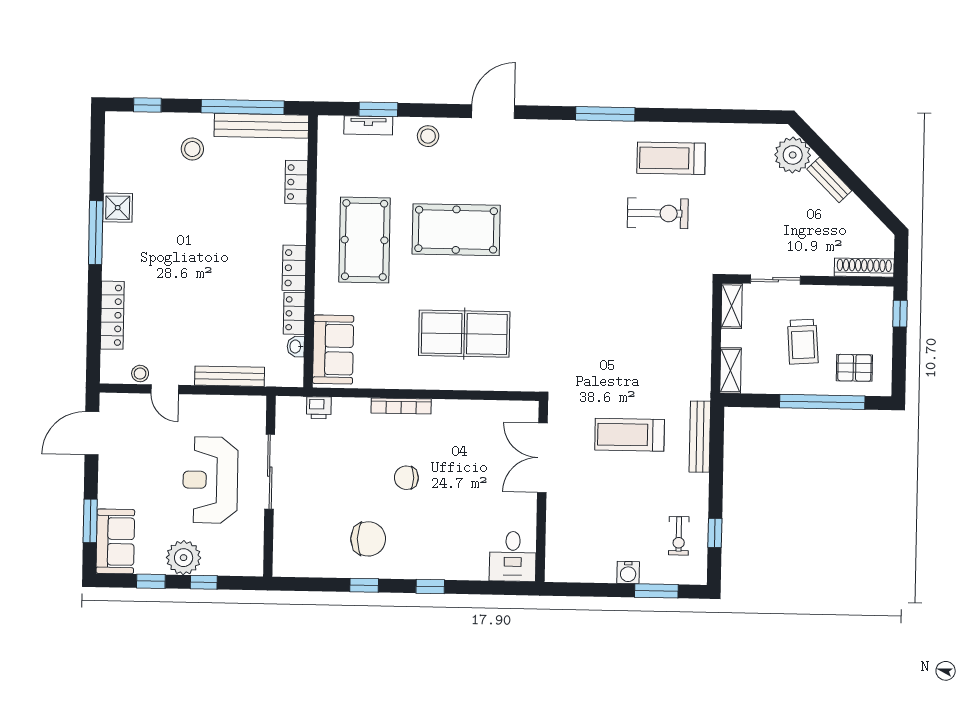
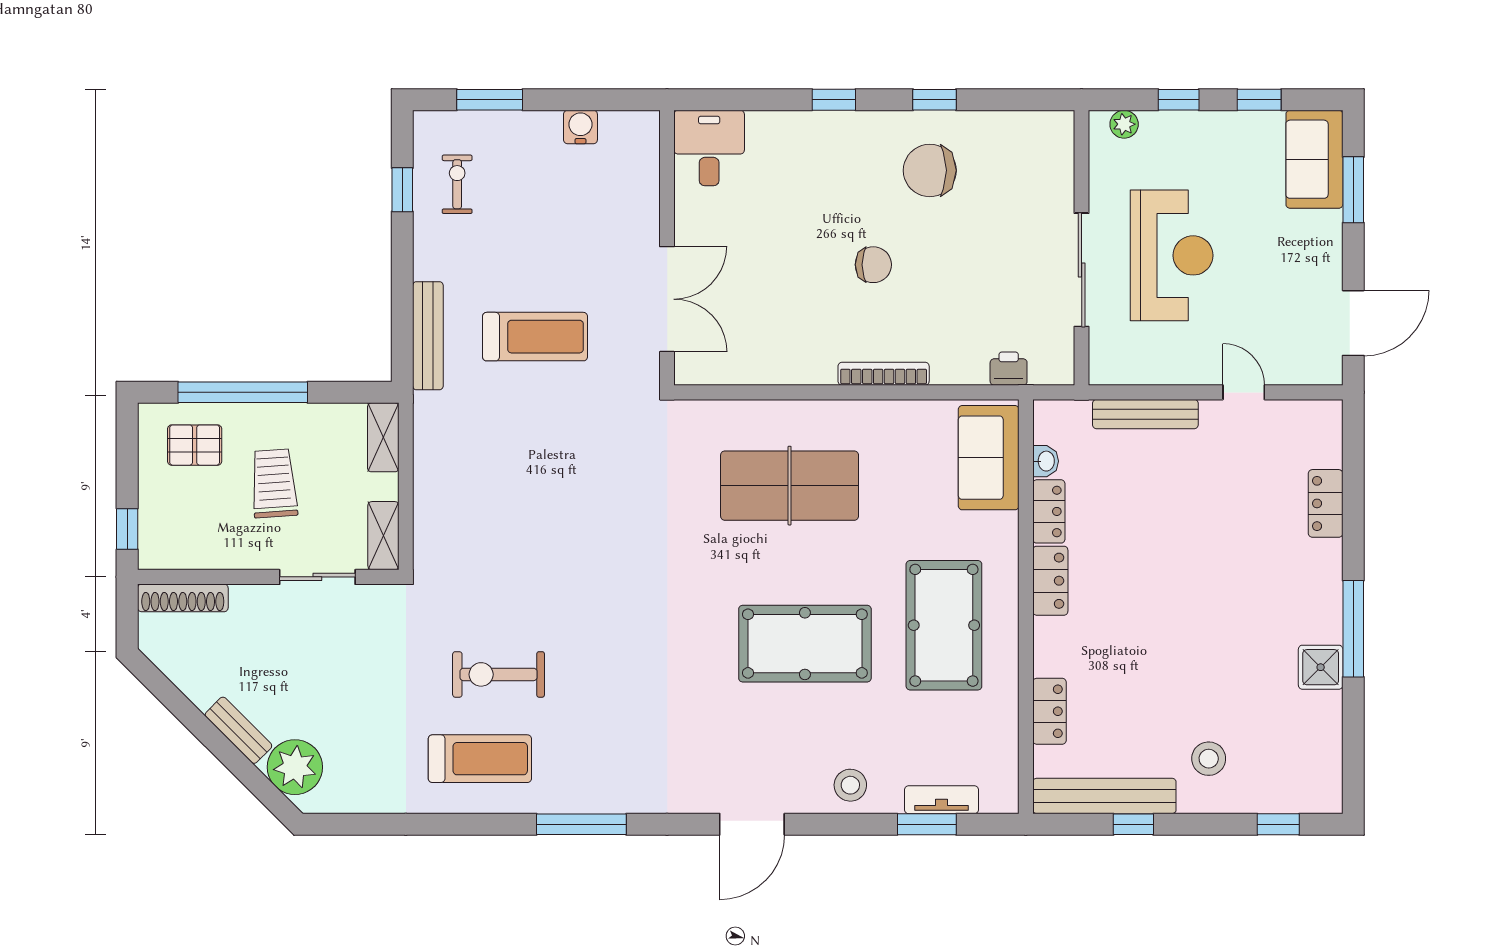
window: (243, 107) -> (1133, 824), width x0.32
locker: (112, 315) -> (1326, 503), width x0.66
stool: (140, 374) -> (1282, 415), removed
plant: (184, 558) -> (1124, 124), moved, width x0.53, depth x0.53
water cooler: (628, 572) -> (580, 127), moved

